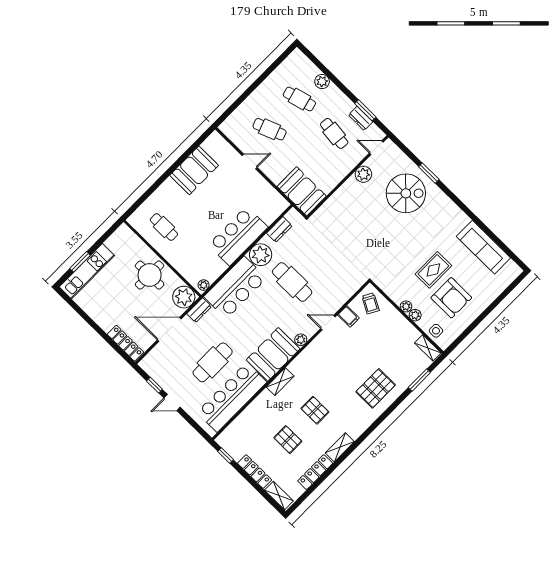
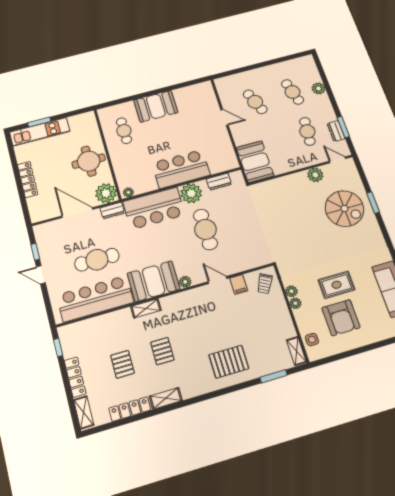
booth: (194, 170) -> (156, 106), moved
plant: (415, 315) -> (292, 291), moved
locker: (125, 343) -> (28, 179), moved

